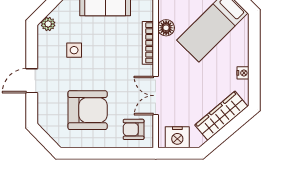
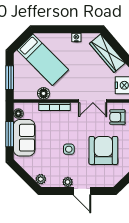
side table: (74, 50) -> (69, 149), moved
plant: (44, 61) -> (68, 182), added
armchair: (134, 129) -> (117, 117), turned 90

